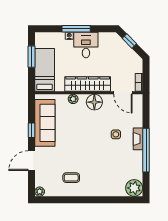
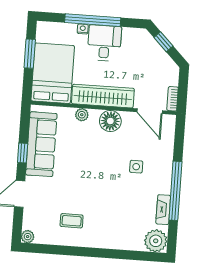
window: (76, 29) -> (93, 20), width x1.46
bed: (45, 70) -> (53, 73), width x1.50
fireplace: (138, 139) -> (163, 210), moved

